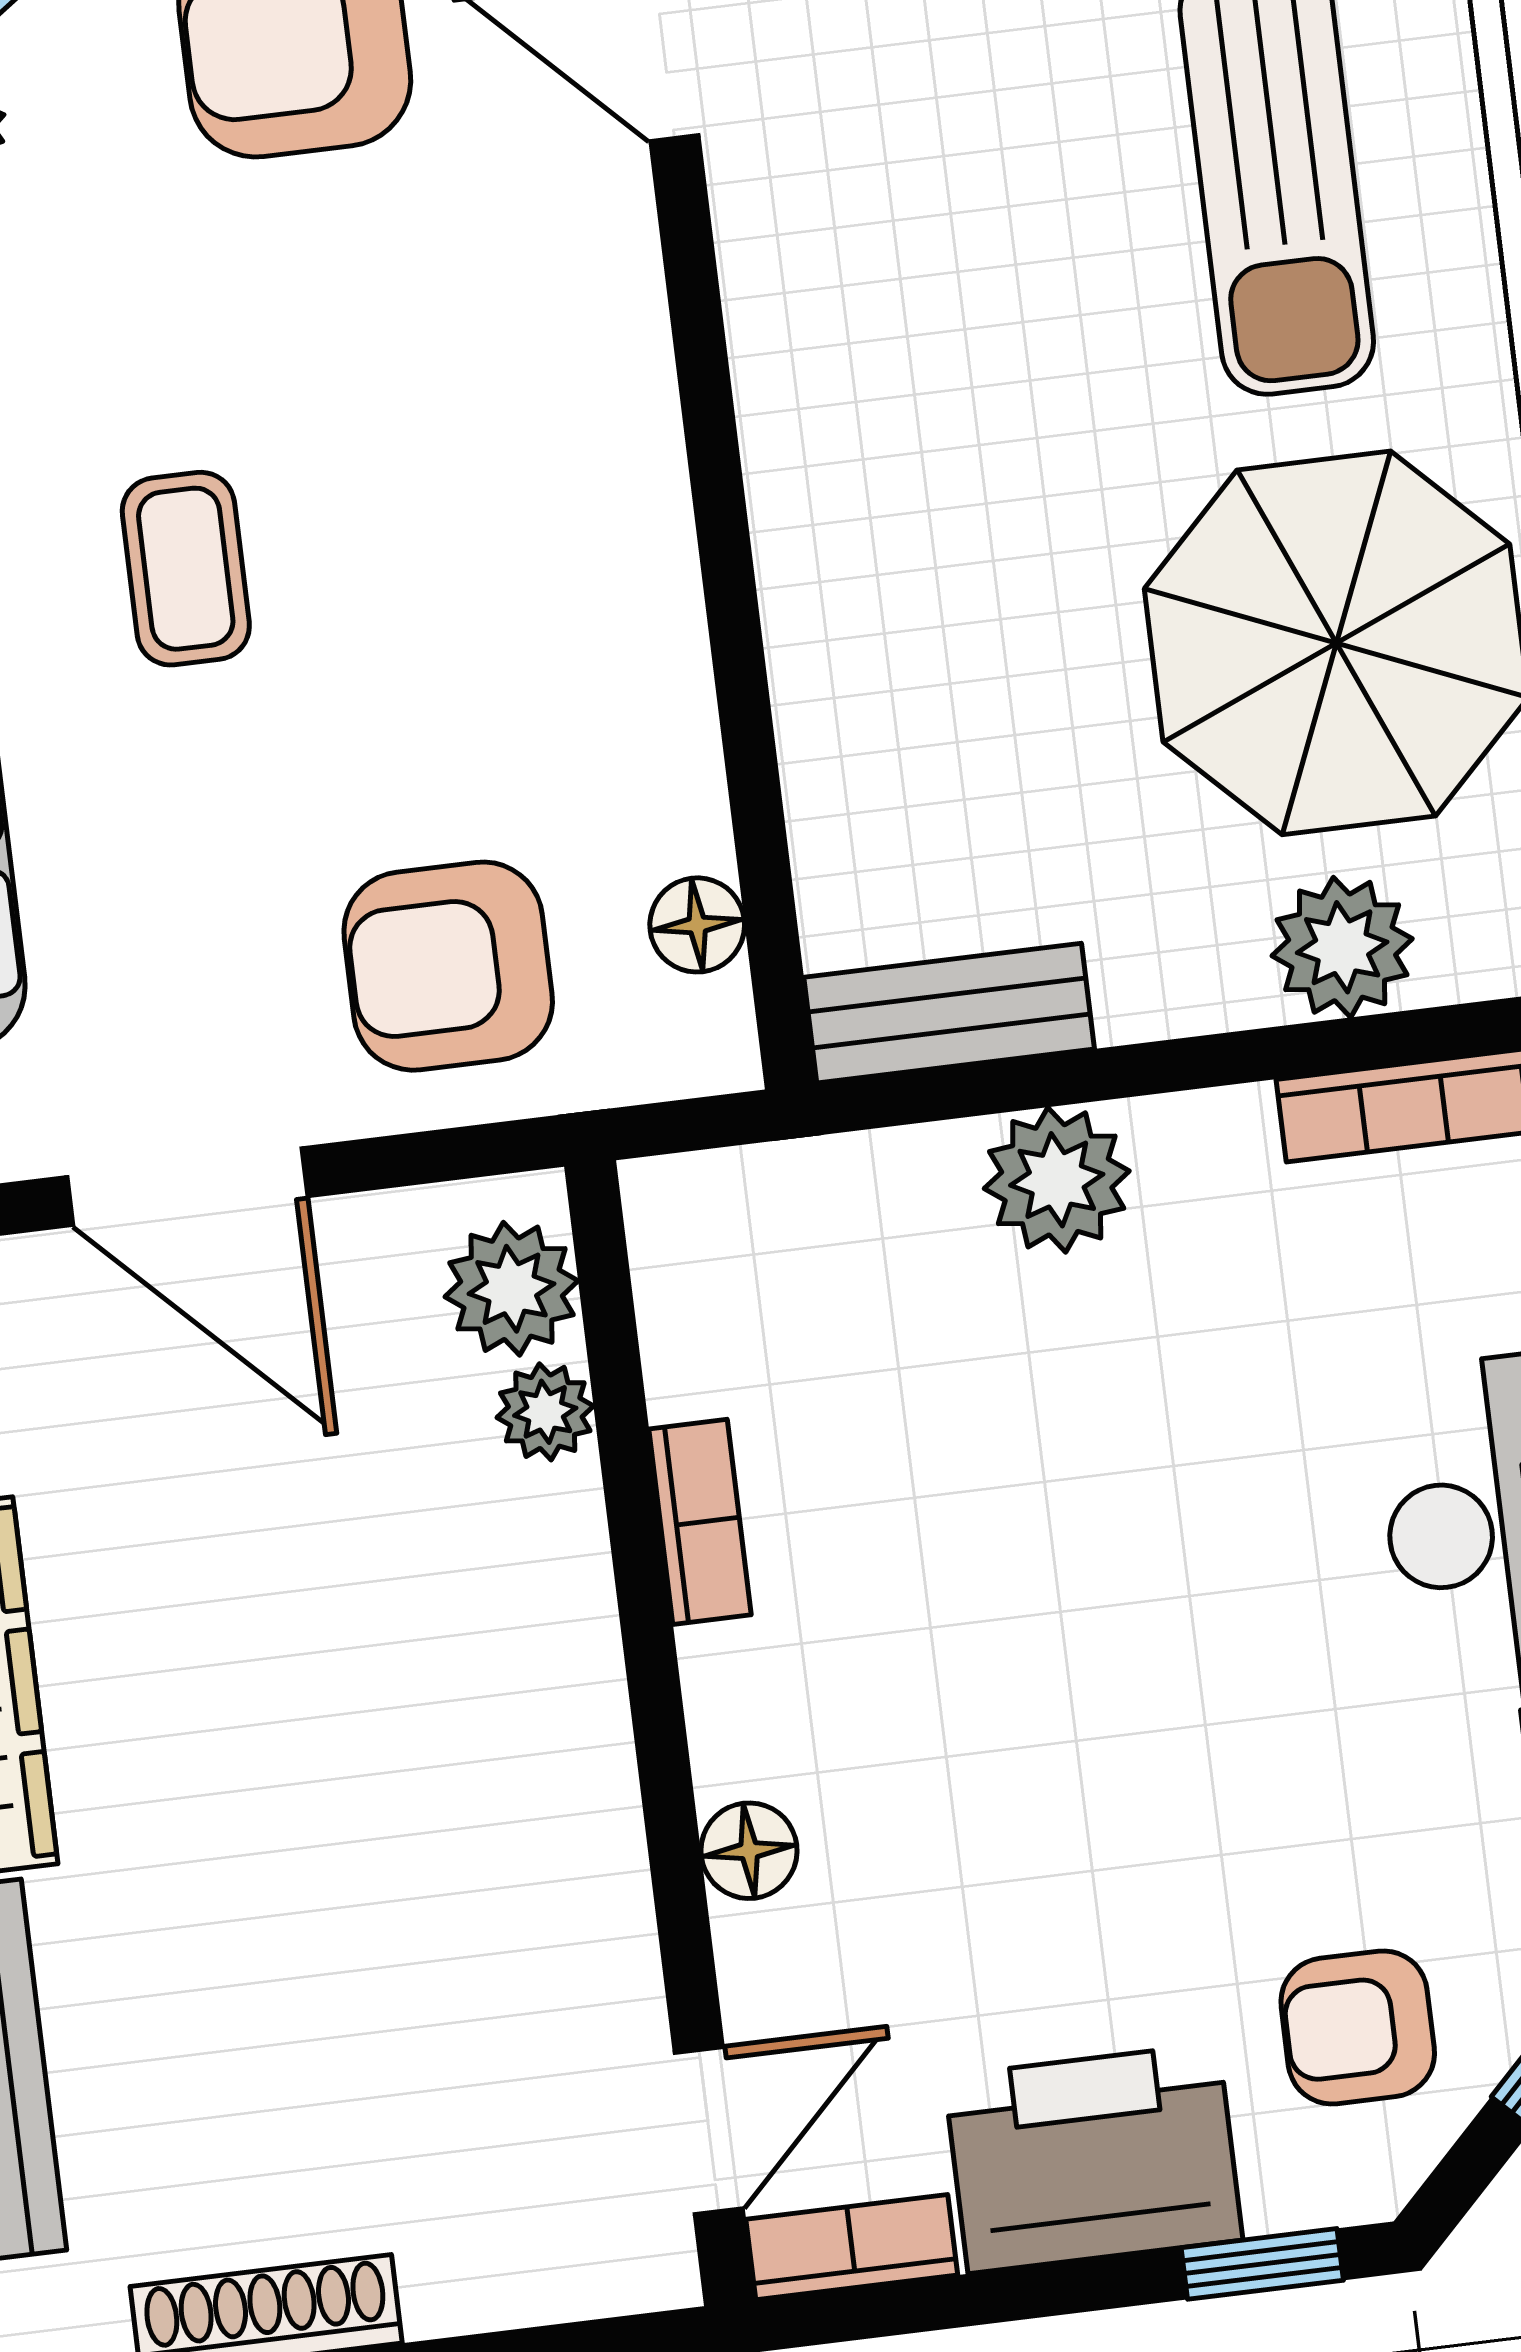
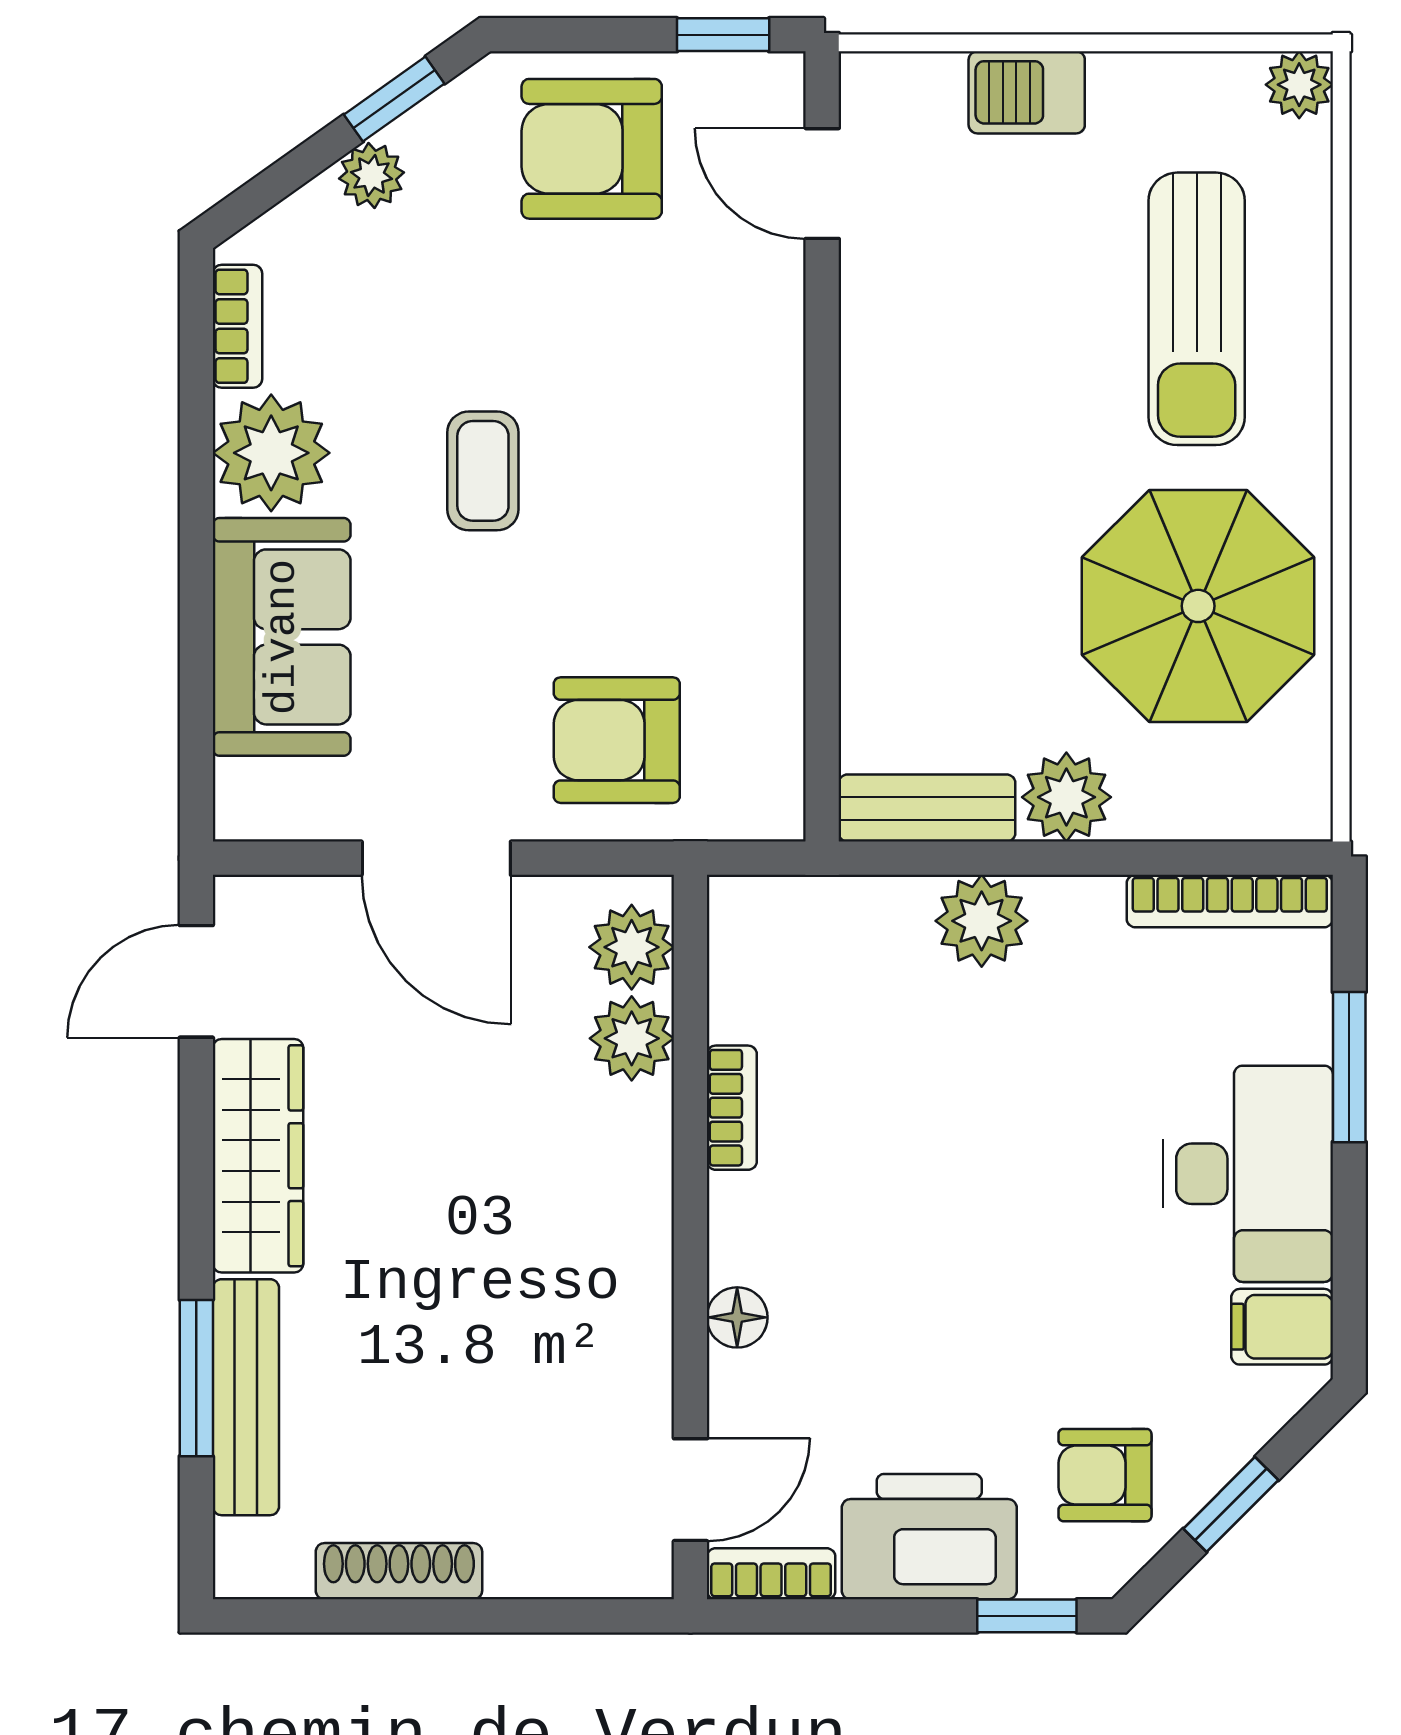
floor lamp: (697, 925) -> (776, 733), removed
plant: (1342, 947) -> (1066, 797), moved
plant: (545, 1412) -> (632, 1038), width x1.38, depth x1.38

